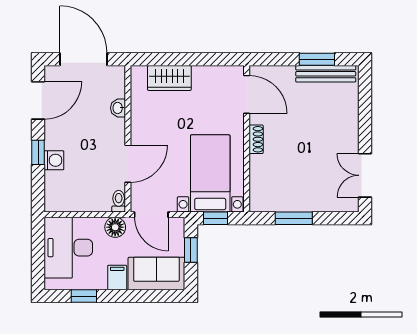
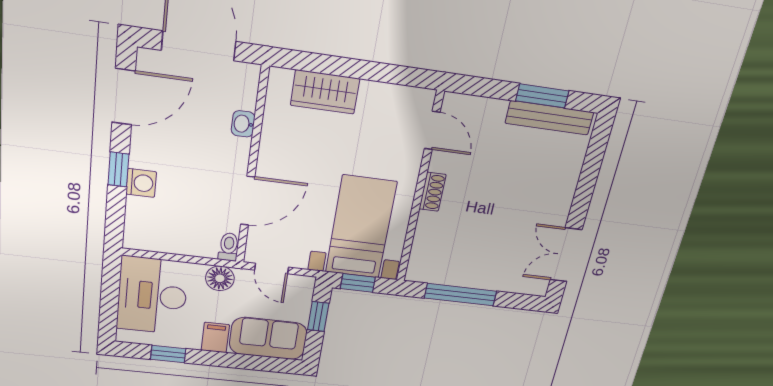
door: (247, 94) -> (432, 130), width x0.73
door: (151, 215) -> (272, 269), width x0.73
window: (294, 218) -> (460, 295), width x1.44

